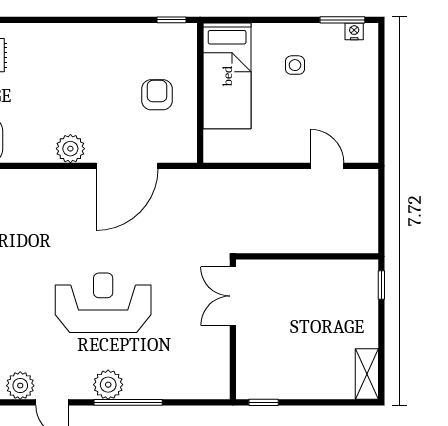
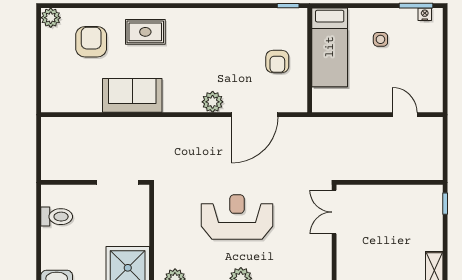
armchair: (157, 95) -> (277, 62), turned 180

